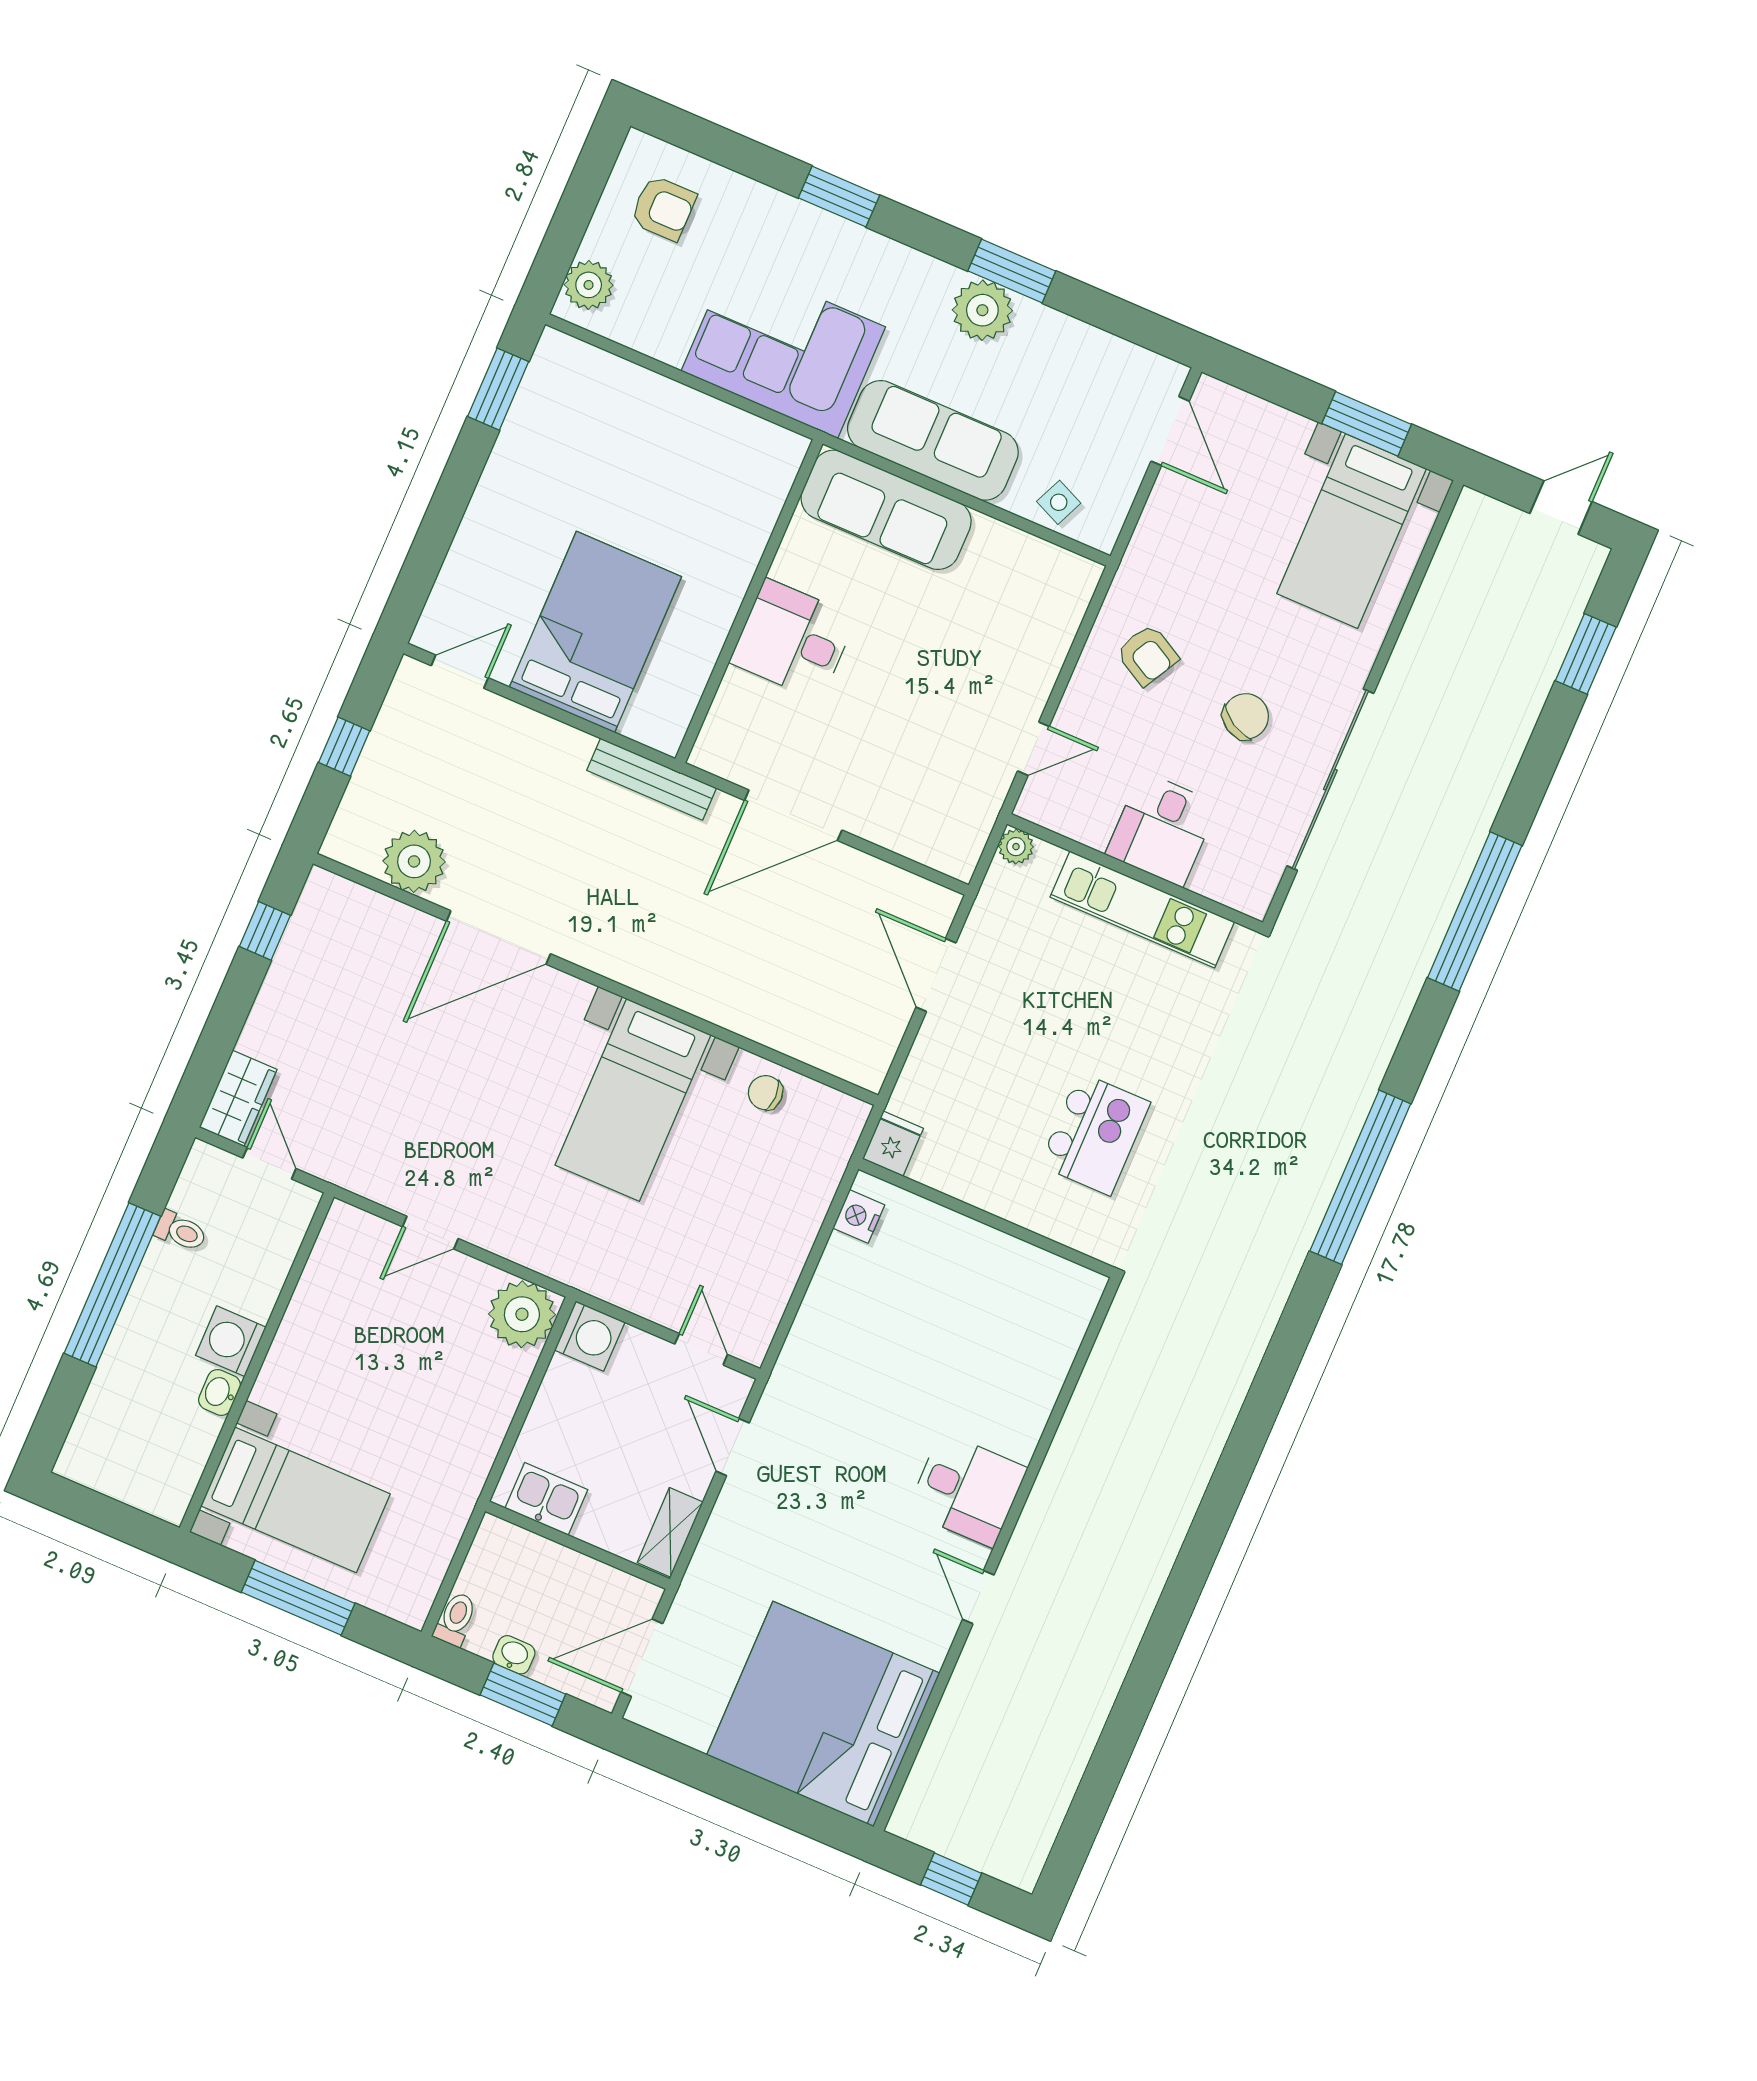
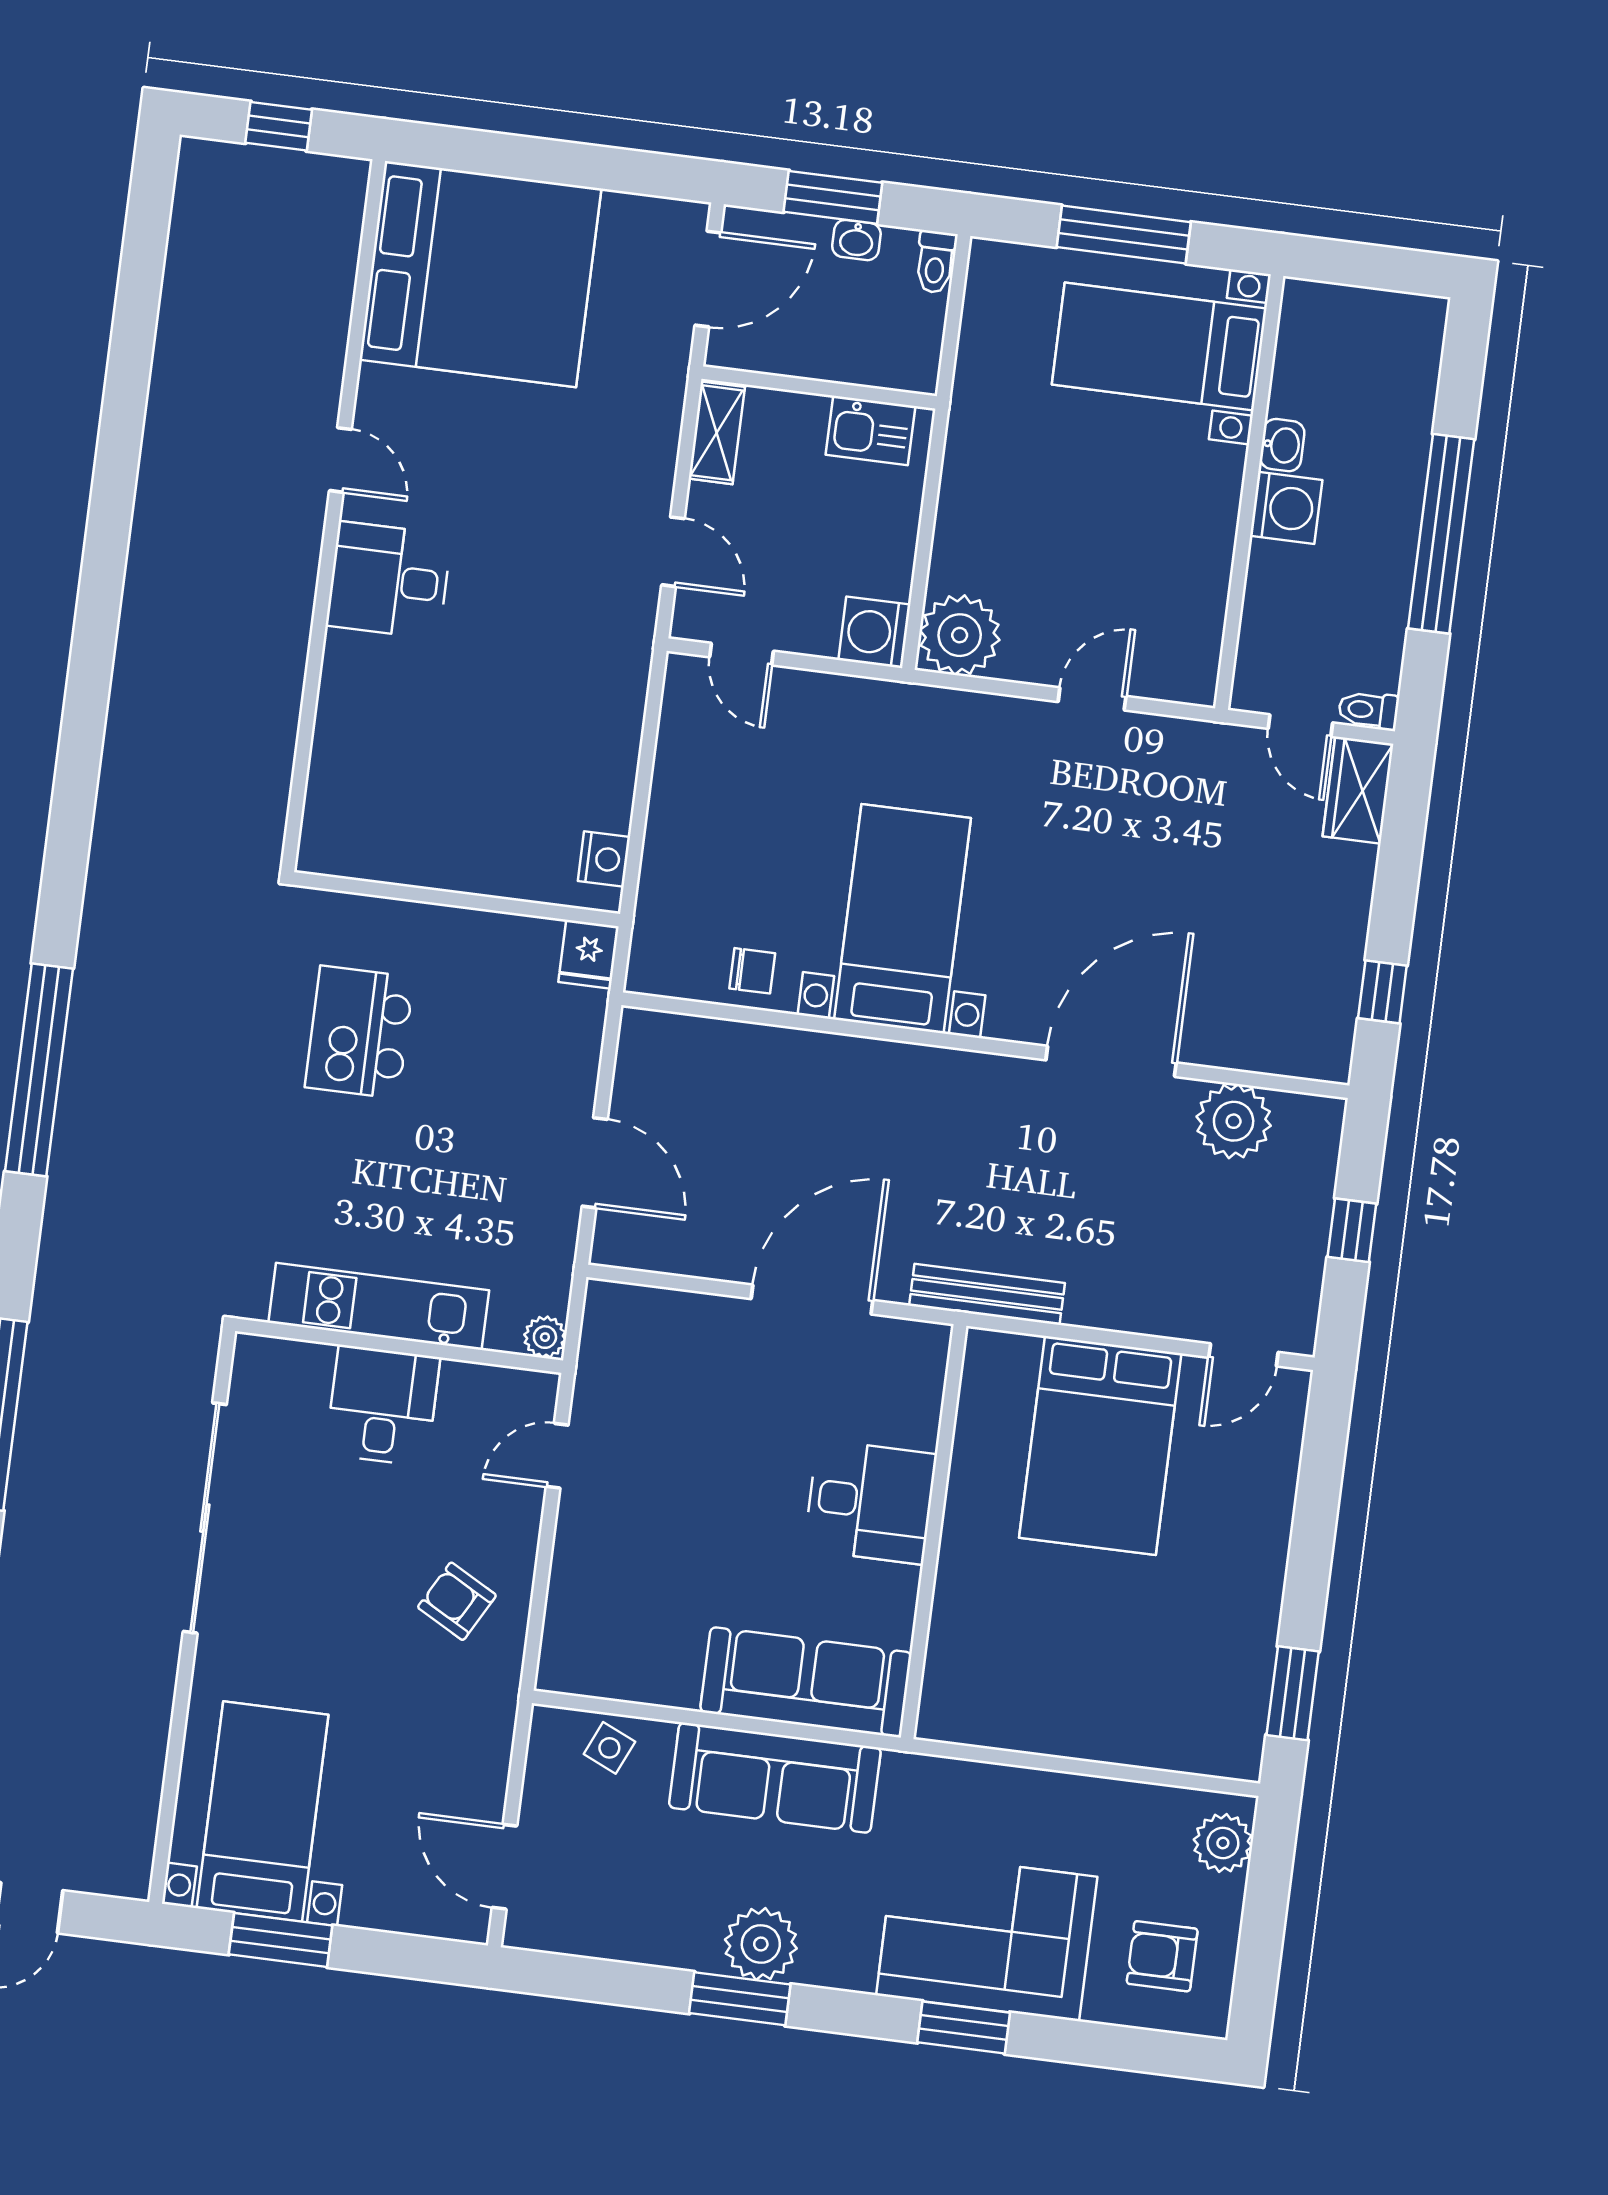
corner sofa: (783, 349) -> (987, 1936), moved, turned 180
chair: (1246, 716) -> (323, 1563), removed
toilet: (181, 1231) -> (1368, 710), moved

